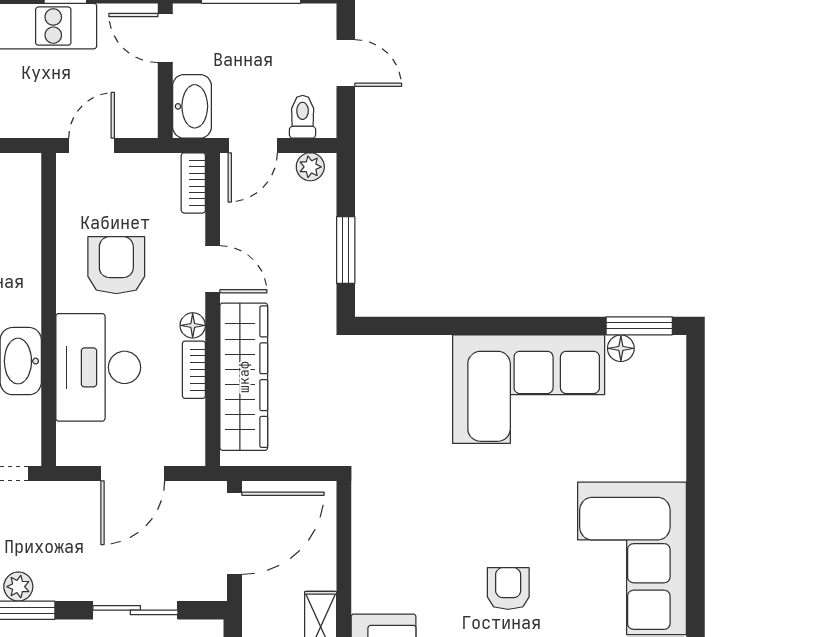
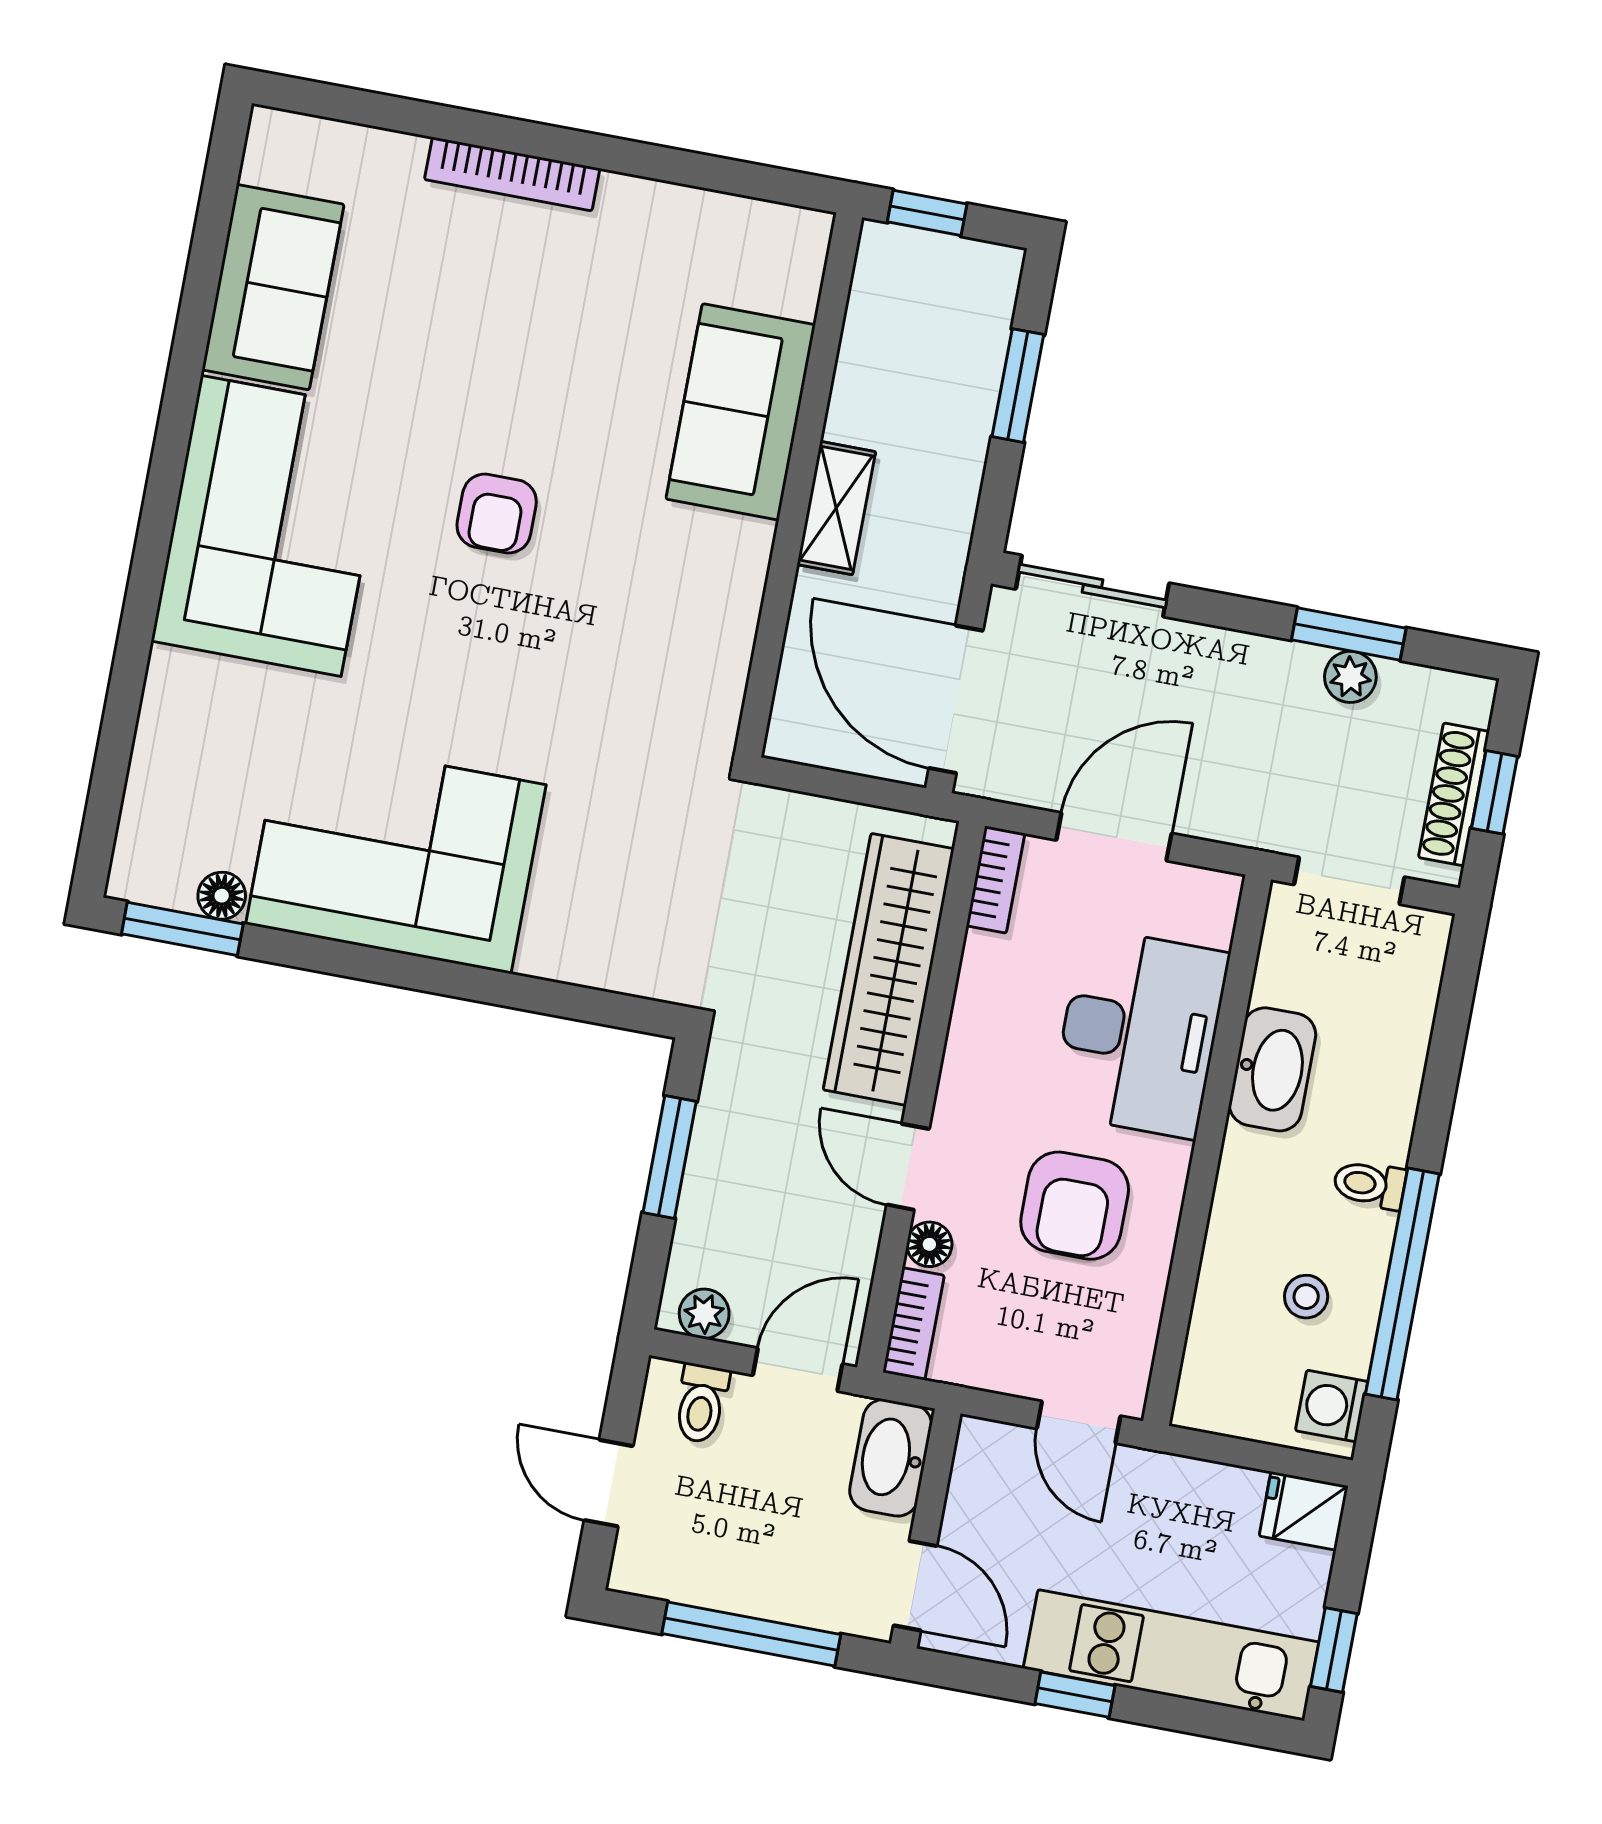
door: (92, 145) -> (1079, 1422), hinge flipped
floor lamp: (193, 325) -> (929, 1244), moved
bookcase: (194, 370) -> (996, 880), moved
door: (234, 533) -> (956, 699), hinge flipped
sliding door: (135, 610) -> (1093, 586), moved

